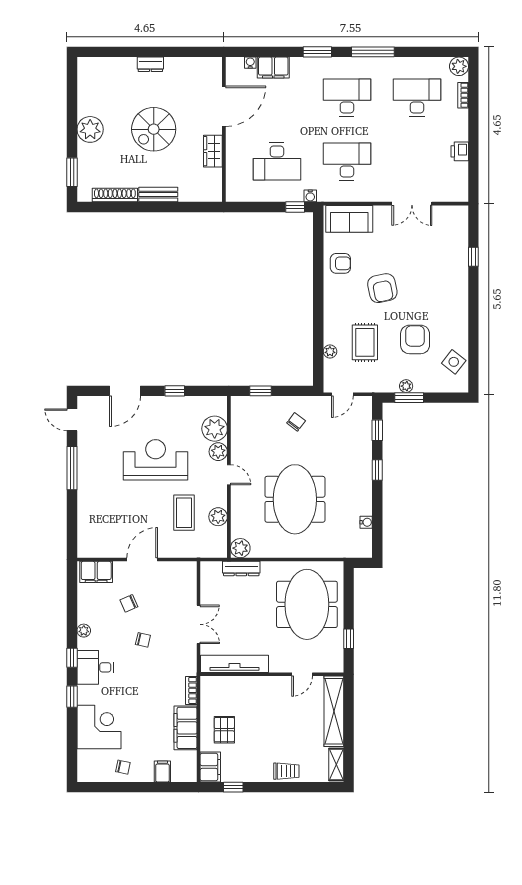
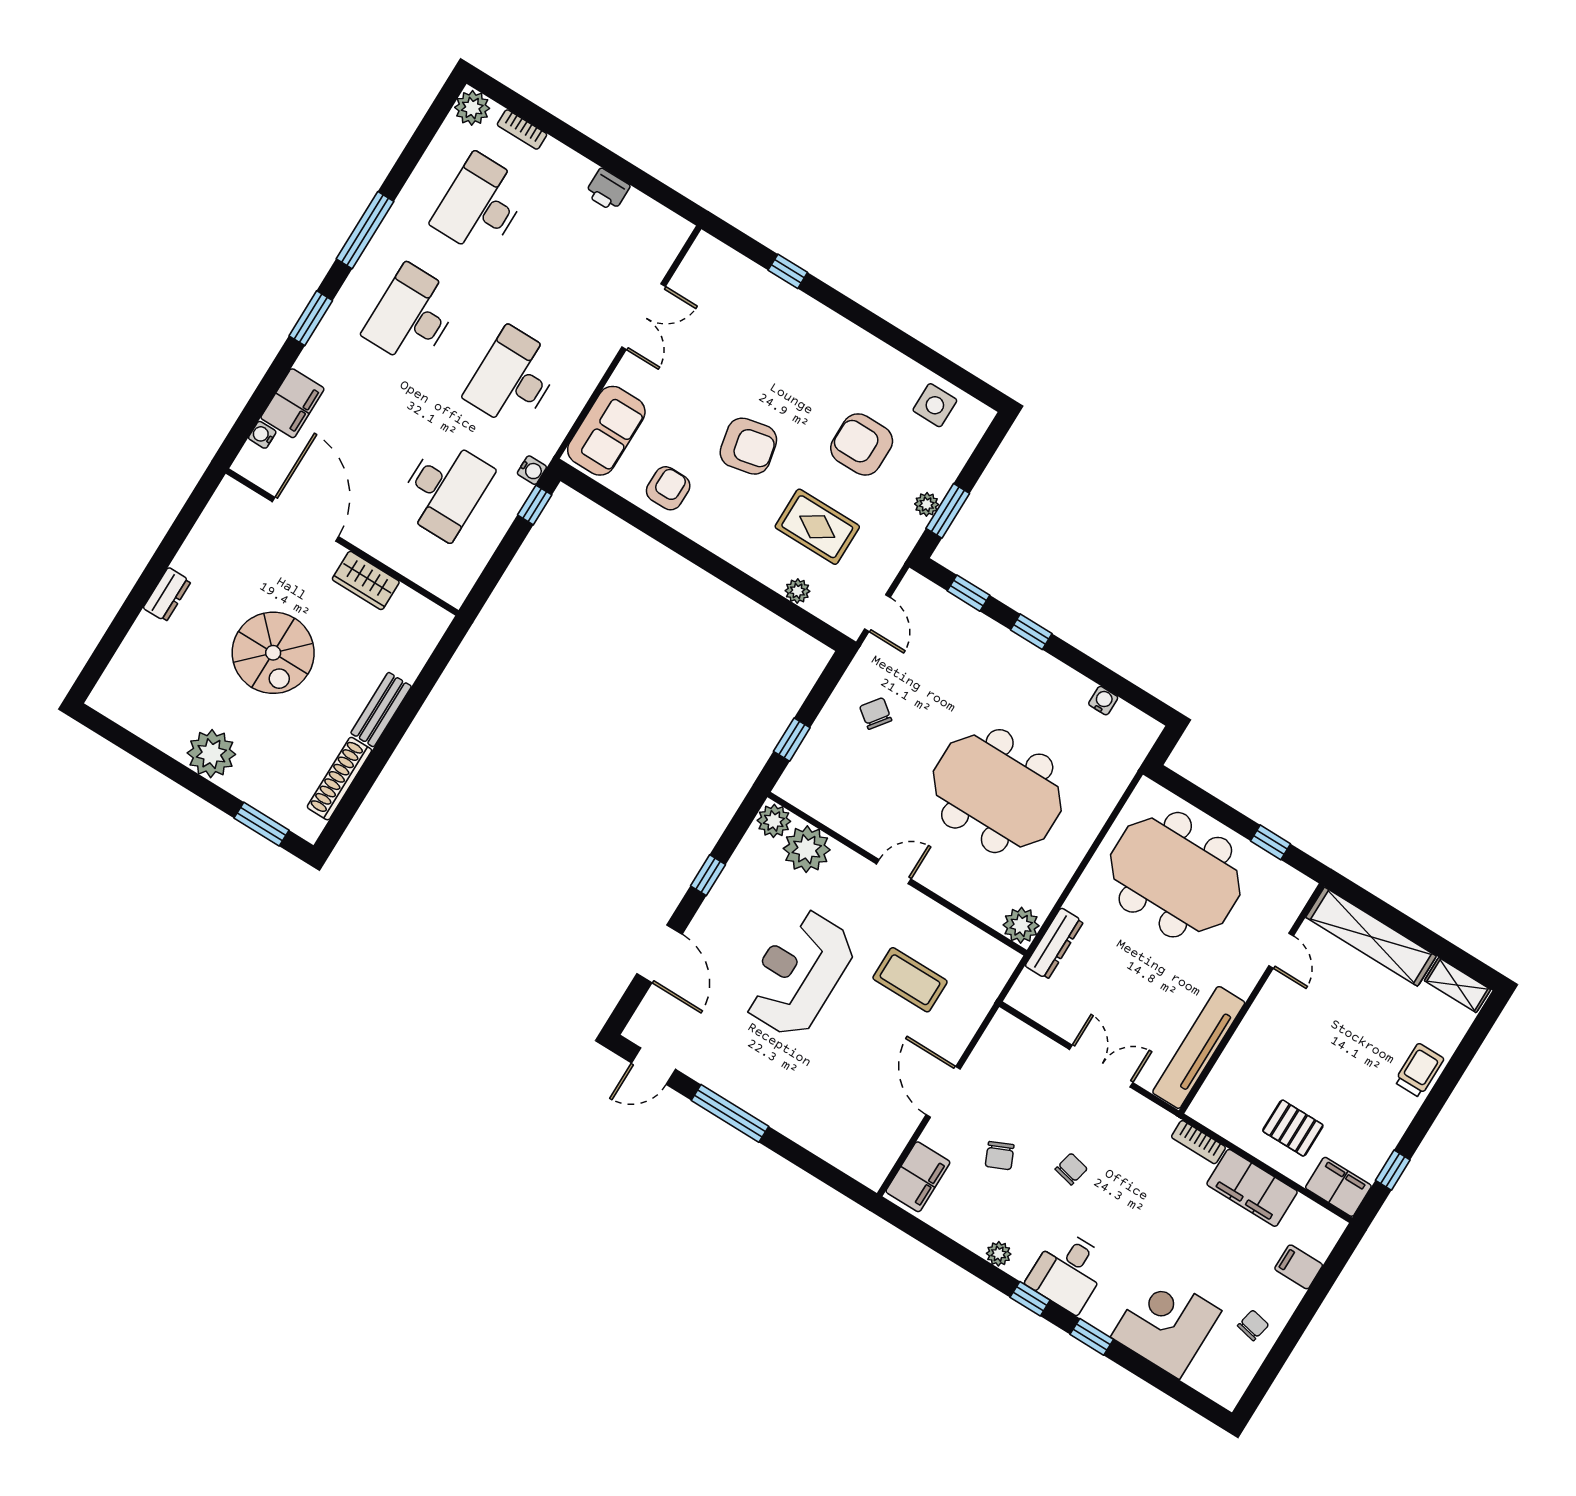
side table: (454, 362) -> (935, 405), turned -38
plant: (218, 452) -> (774, 821), moved
plant: (218, 517) -> (950, 930), removed

